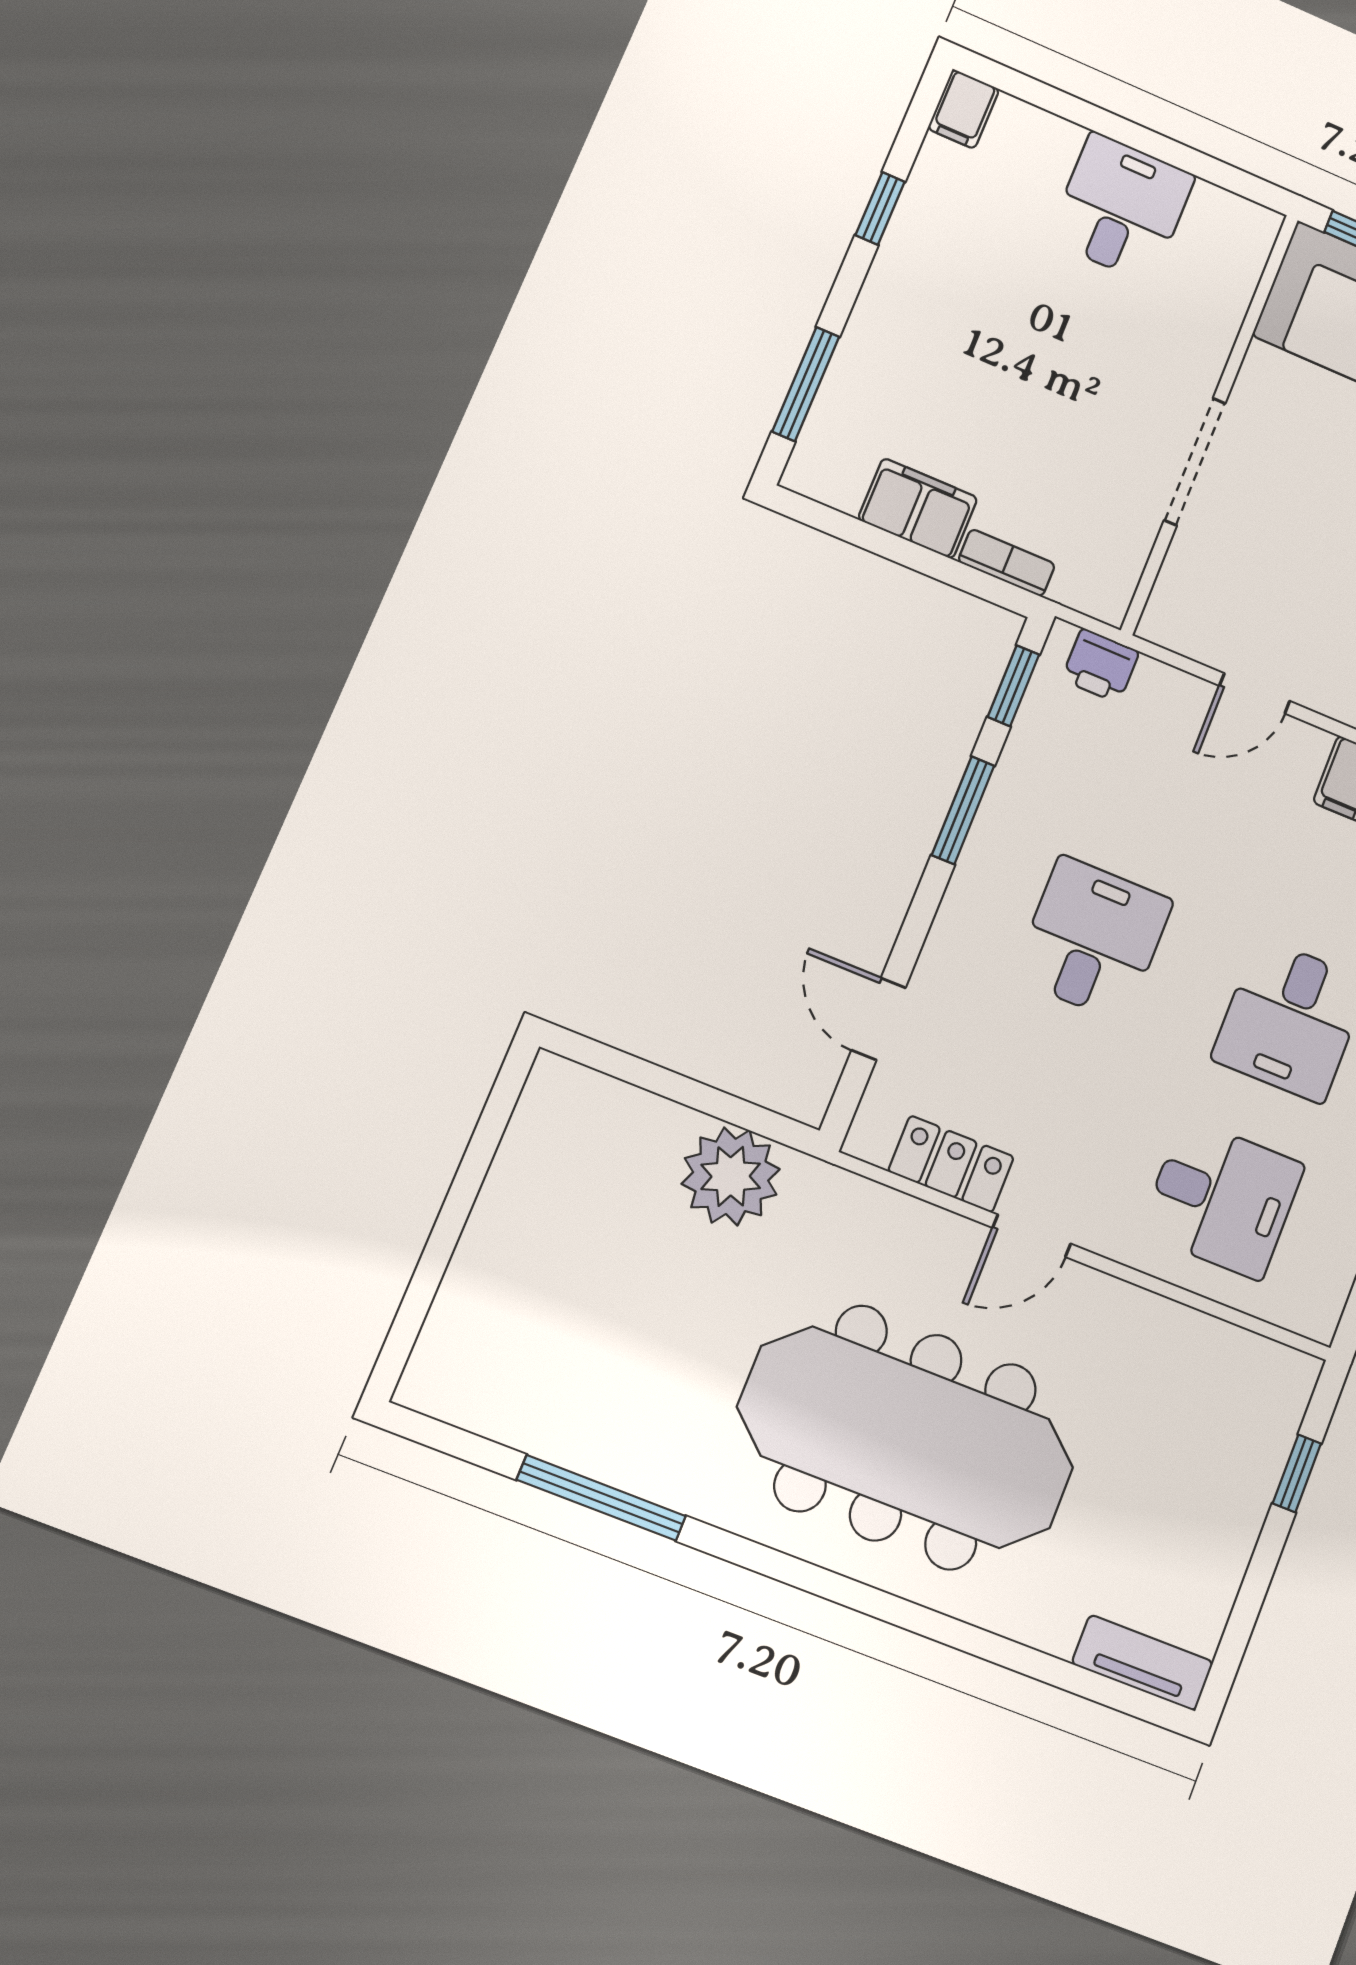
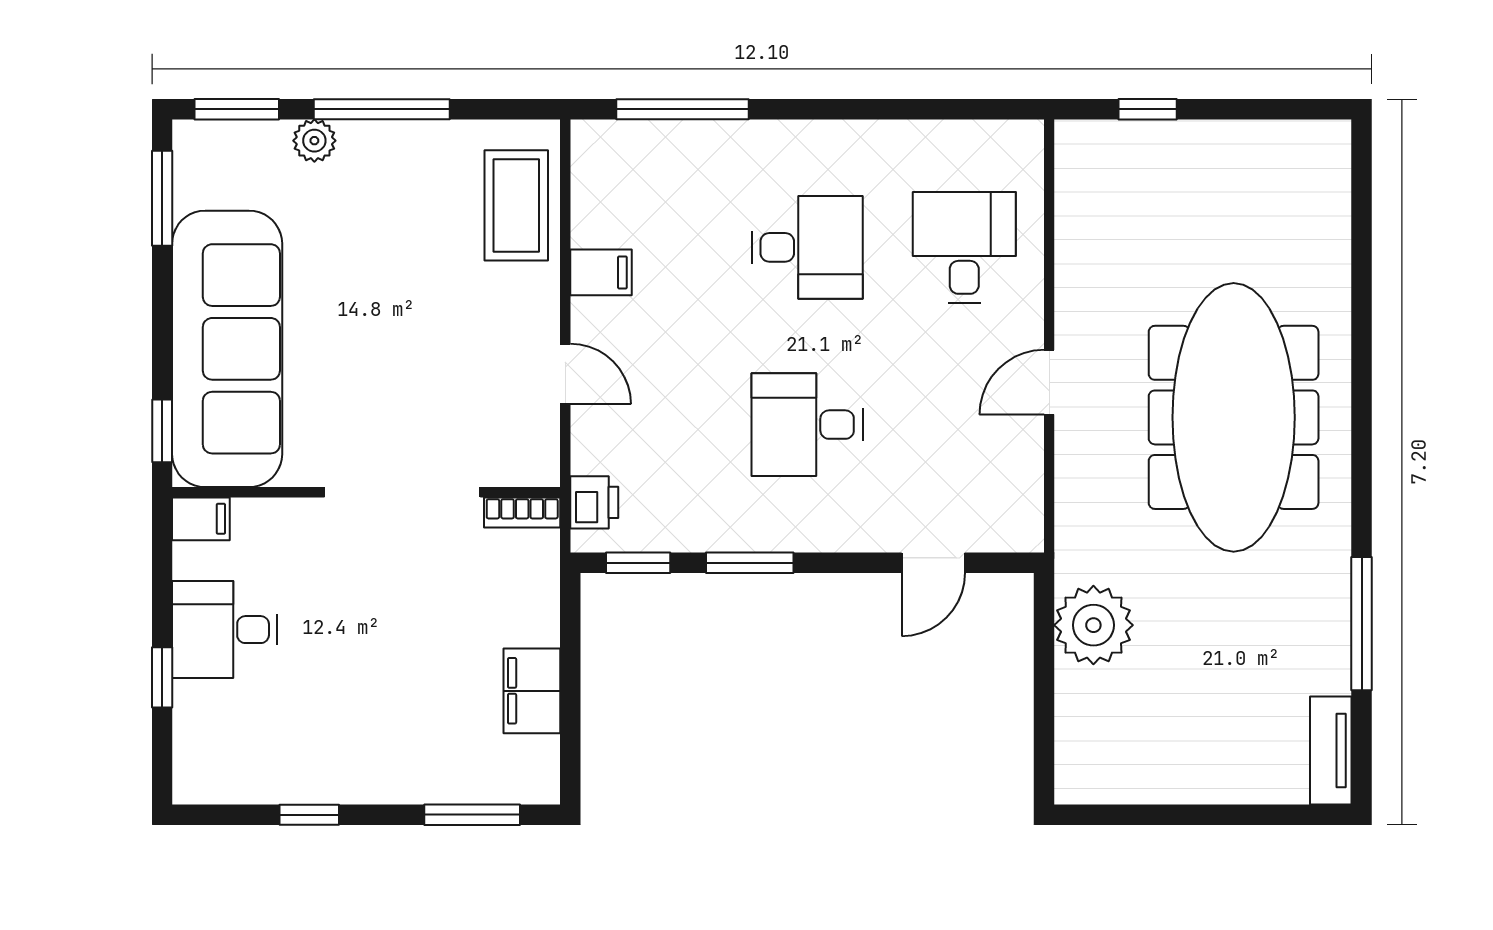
filing cabinet: (964, 109) -> (201, 519), moved
window: (1096, 119) -> (162, 677), added
doorway: (1195, 462) -> (402, 492), width x1.36
bookcase: (1007, 563) -> (522, 512), moved, turned -90
locker: (951, 1164) -> (1020, 465), removed
door: (1032, 1236) -> (1049, 382), swing flipped
tv unit: (1143, 1663) -> (1331, 751), moved

